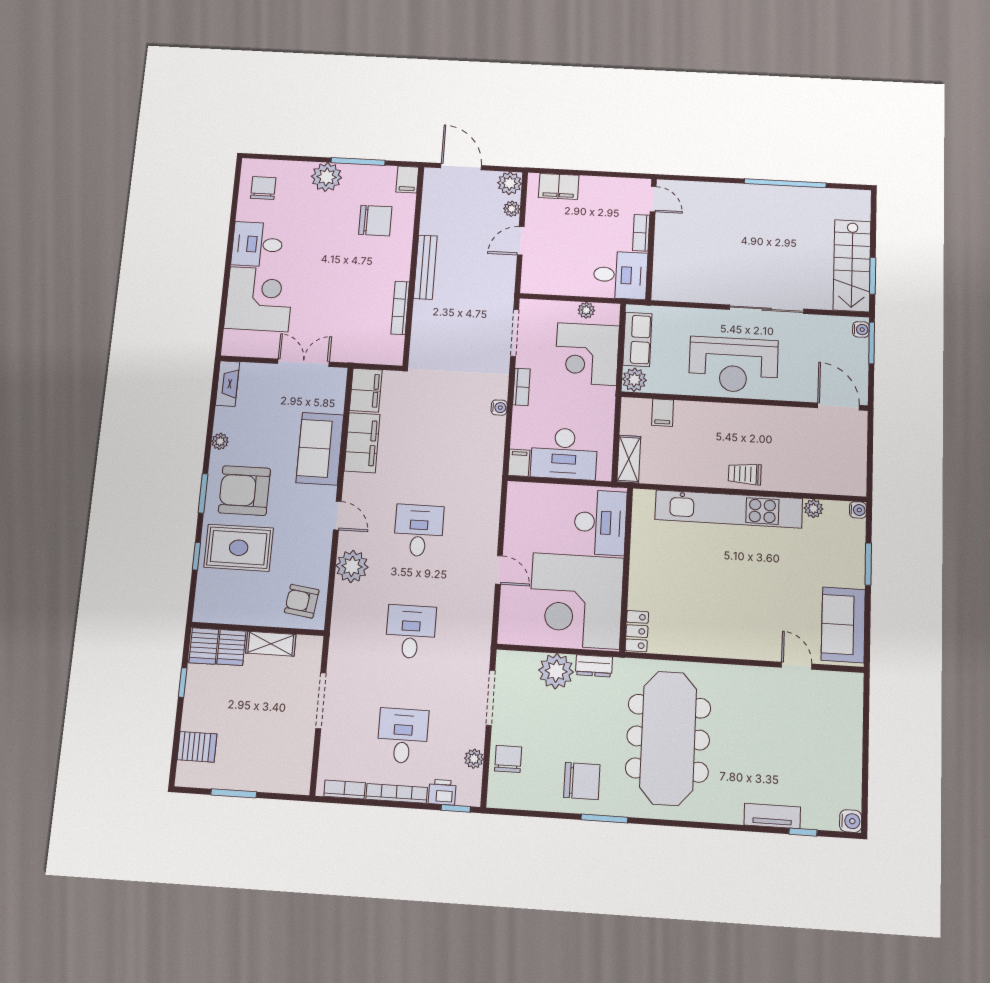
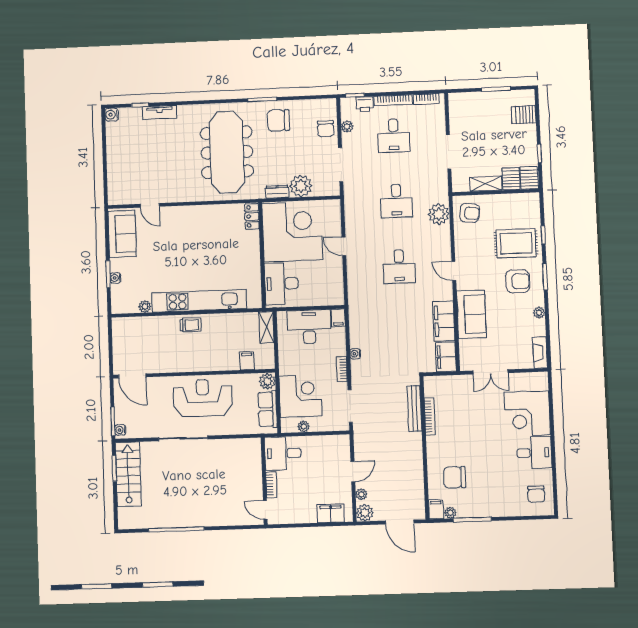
plant: (327, 177) -> (450, 513), moved, width x0.53, depth x0.53
bench: (425, 267) -> (414, 408), moved
armchair: (244, 491) -> (518, 281), width x0.73, depth x0.73
water cooler: (858, 510) -> (115, 278), moved
plant: (352, 566) -> (439, 214), moved

